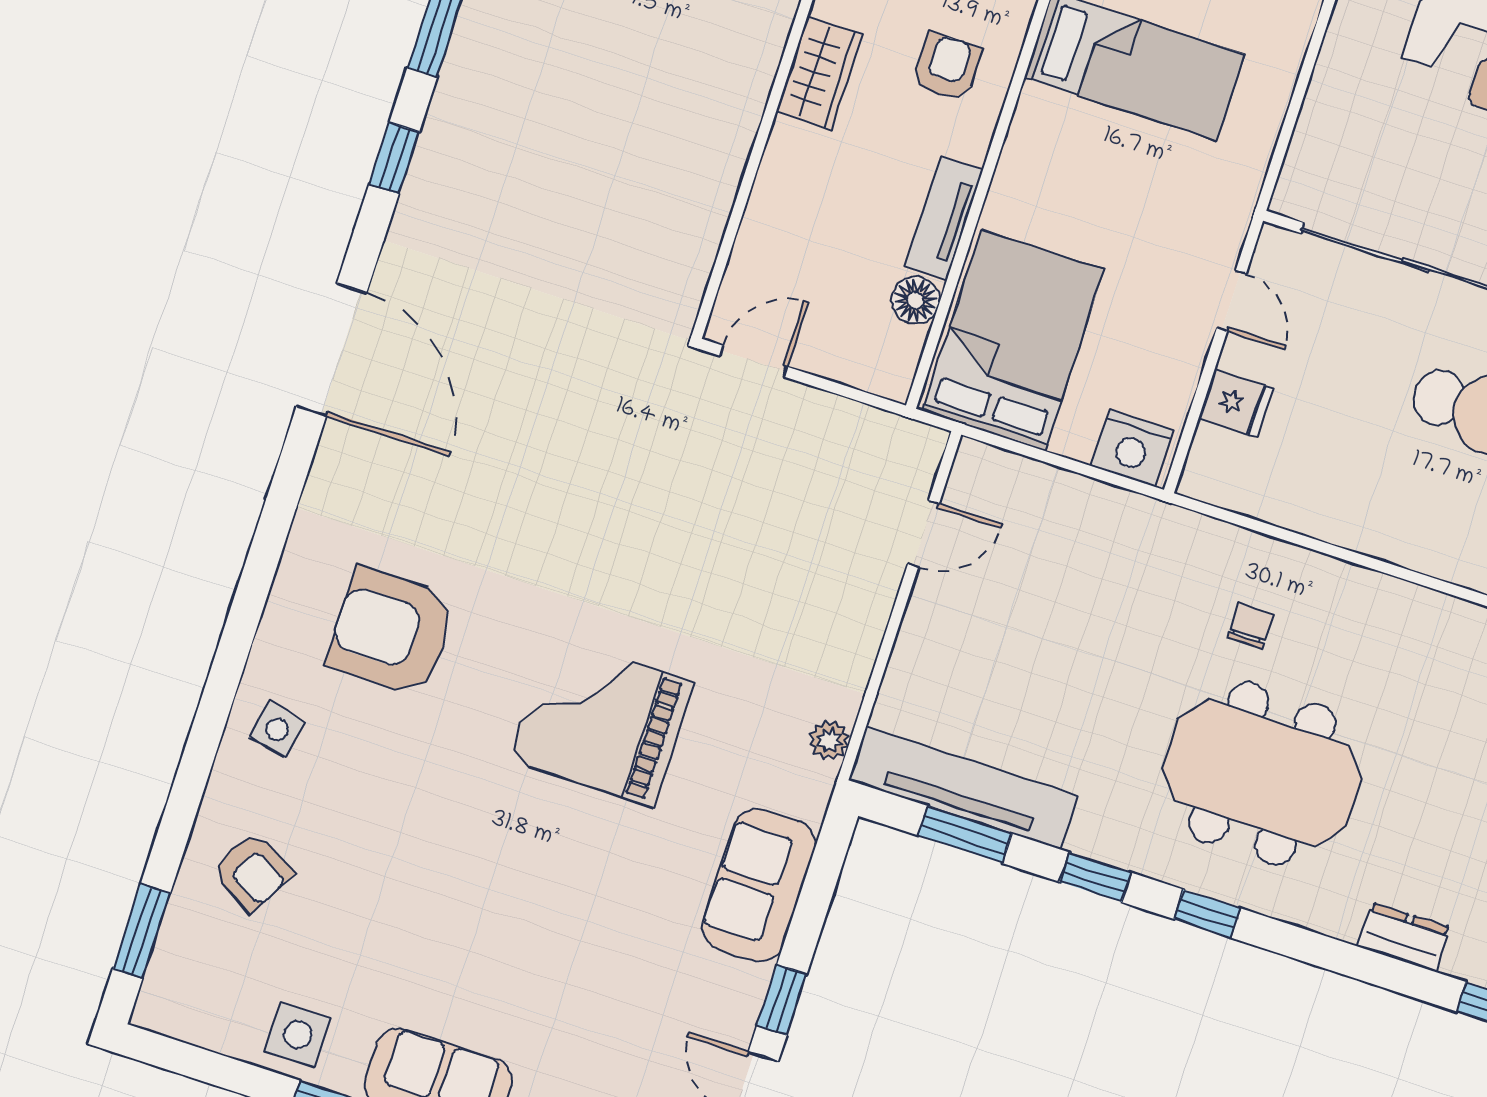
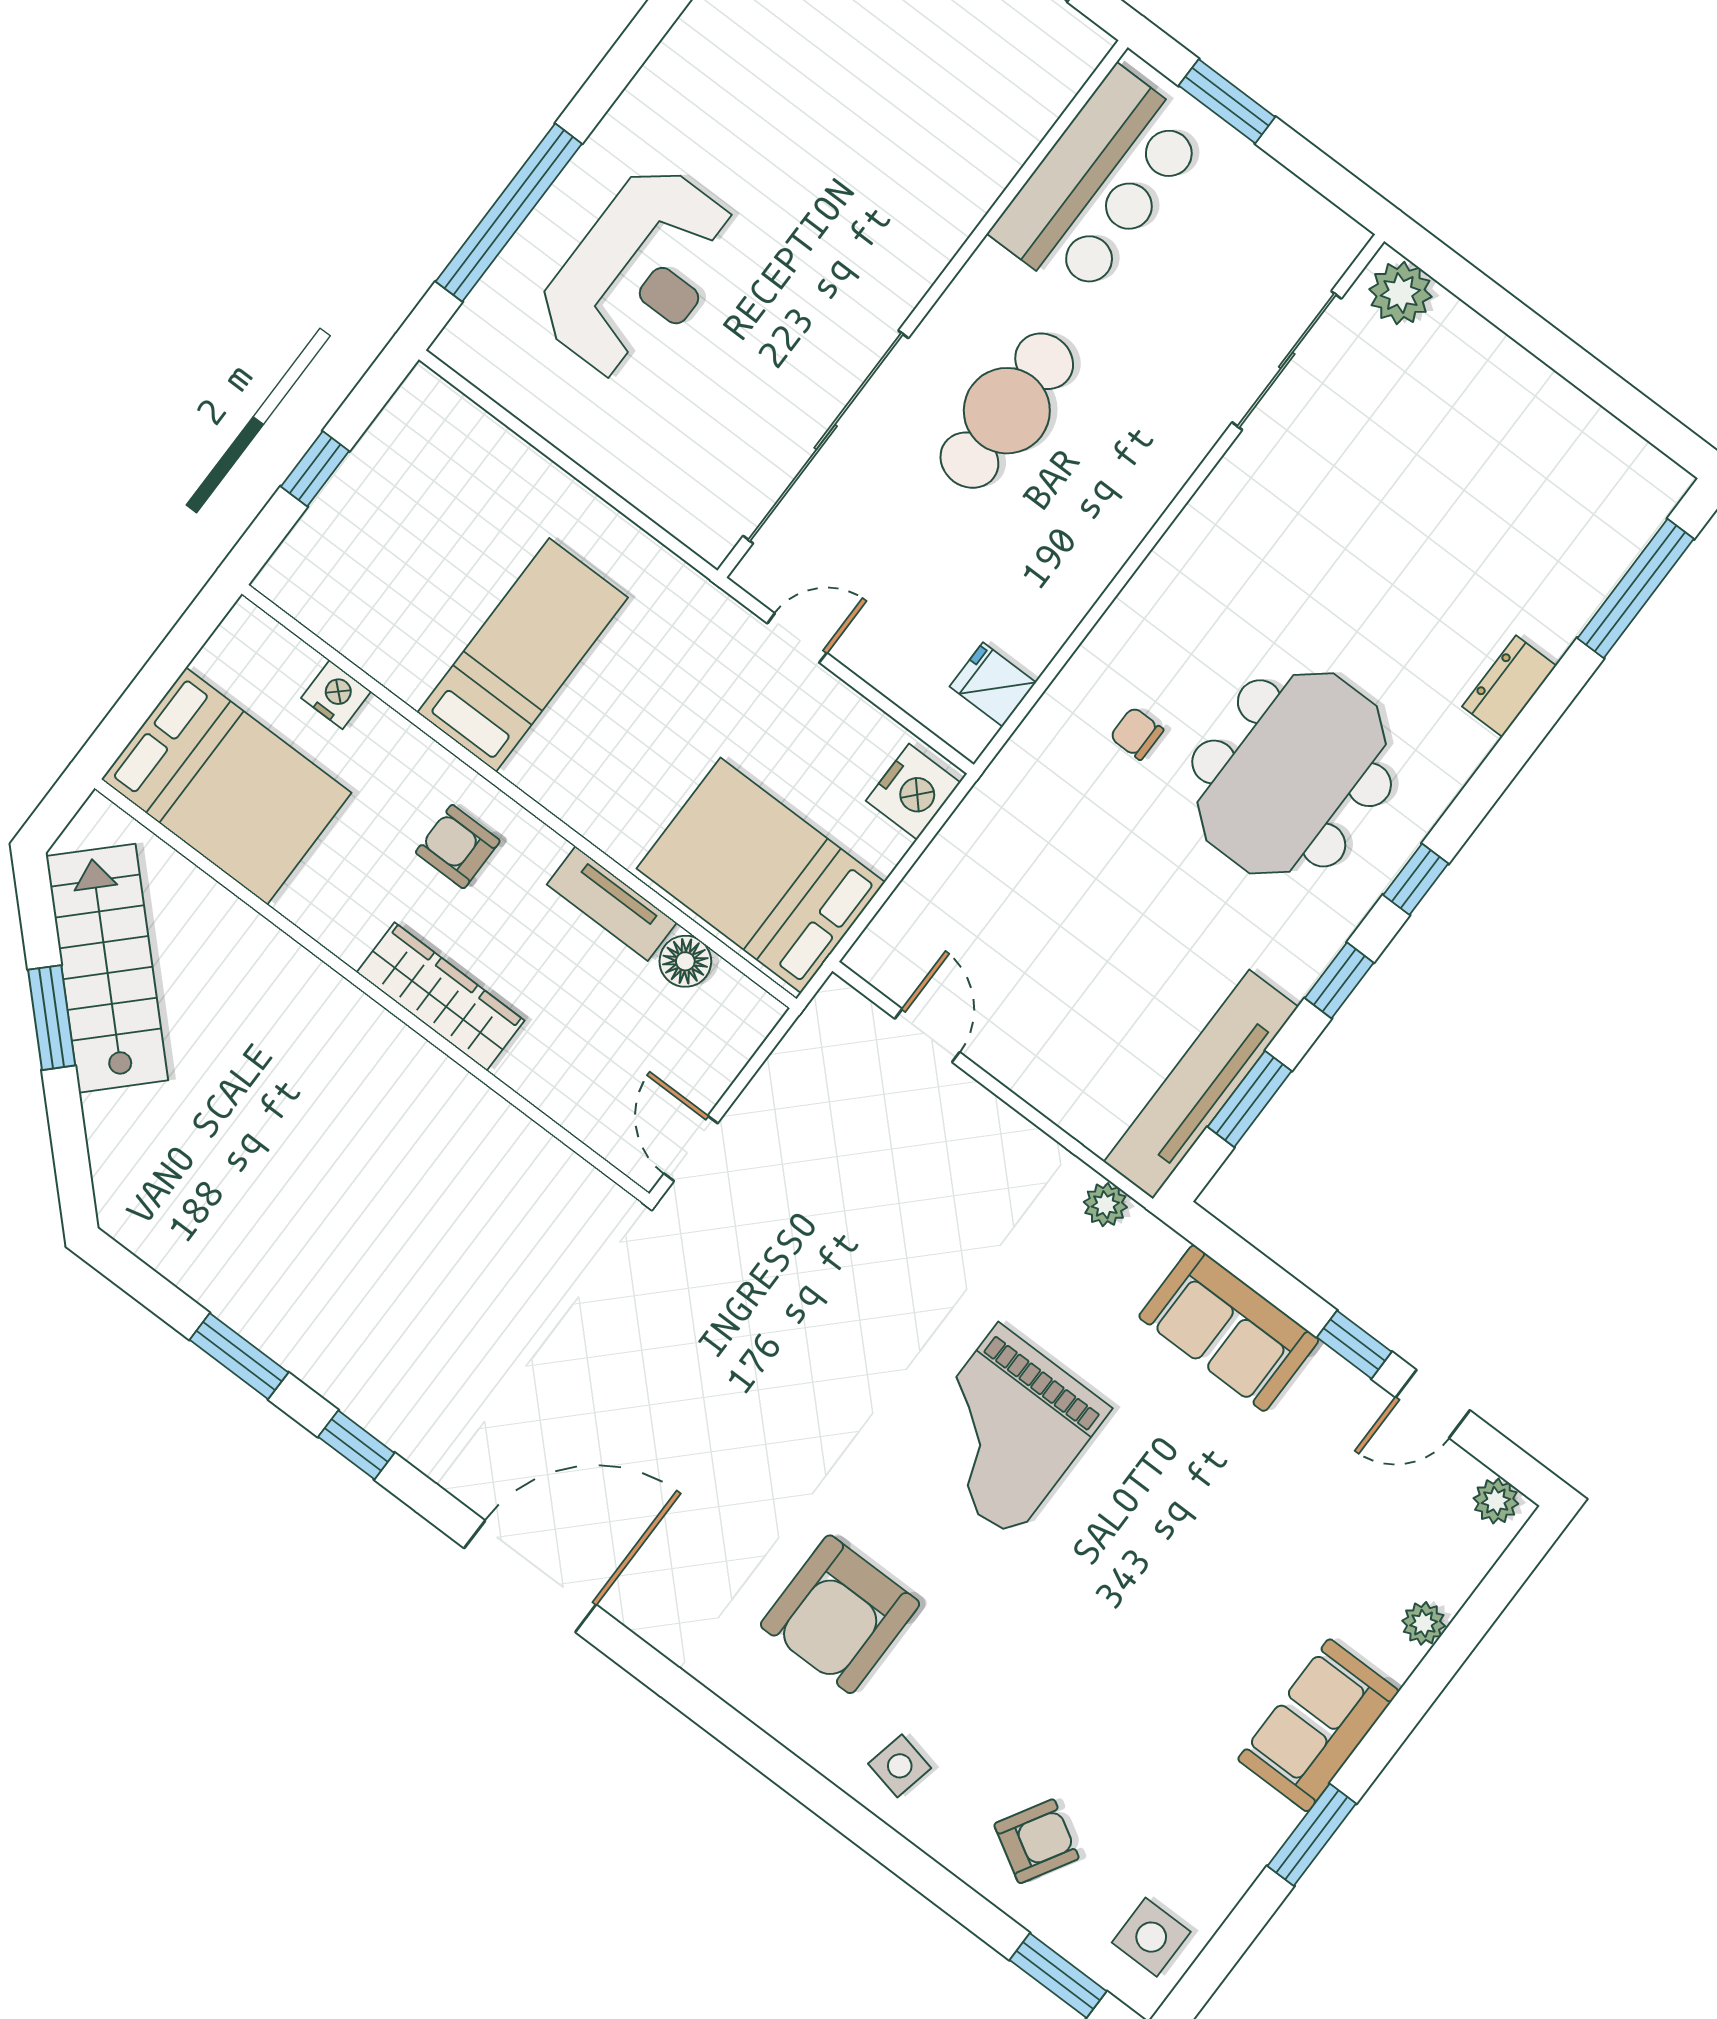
wardrobe: (819, 73) -> (441, 996), width x1.50
fridge: (1236, 403) -> (993, 684), moved, turned -90
side table: (298, 1035) -> (1151, 1937), moved

